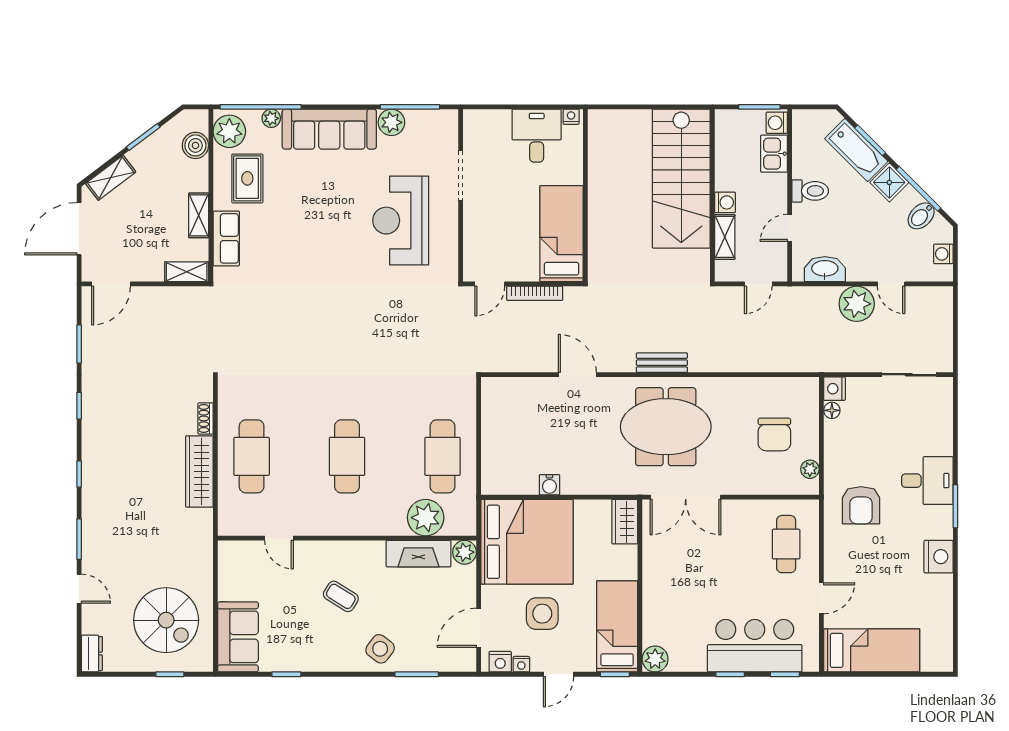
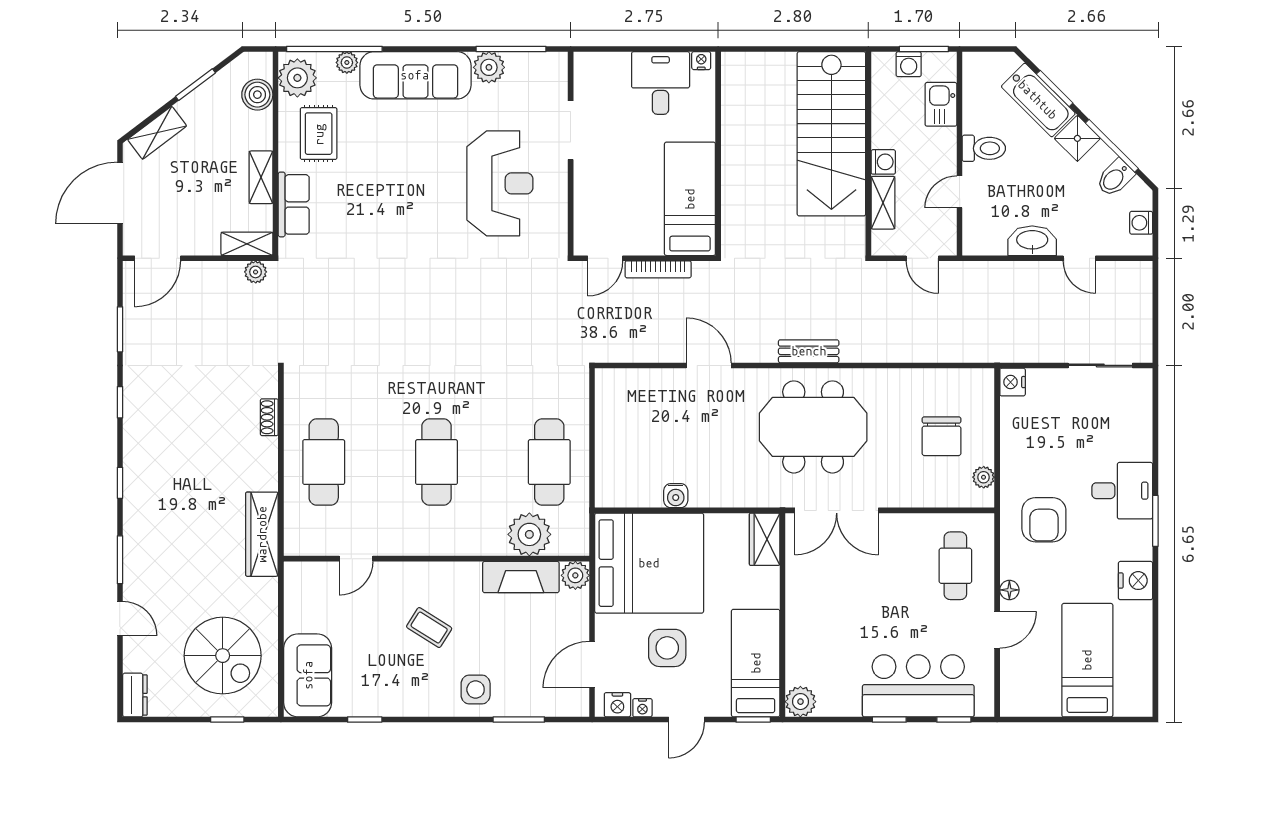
washing machine: (777, 123) -> (909, 64), moved, turned -90
reception desk: (401, 221) -> (500, 183), turned 180
washbasin: (825, 269) -> (1032, 241), moved
door: (758, 284) -> (922, 258), hinge flipped
plant: (857, 304) -> (256, 272), moved, width x0.53, depth x0.53
floor lamp: (832, 410) -> (1009, 590), moved
wardrobe: (199, 472) -> (262, 534), moved
door: (279, 538) -> (356, 559), hinge flipped
side table: (380, 649) -> (476, 690), turned -37
bed: (872, 650) -> (1087, 660), moved, turned -90

